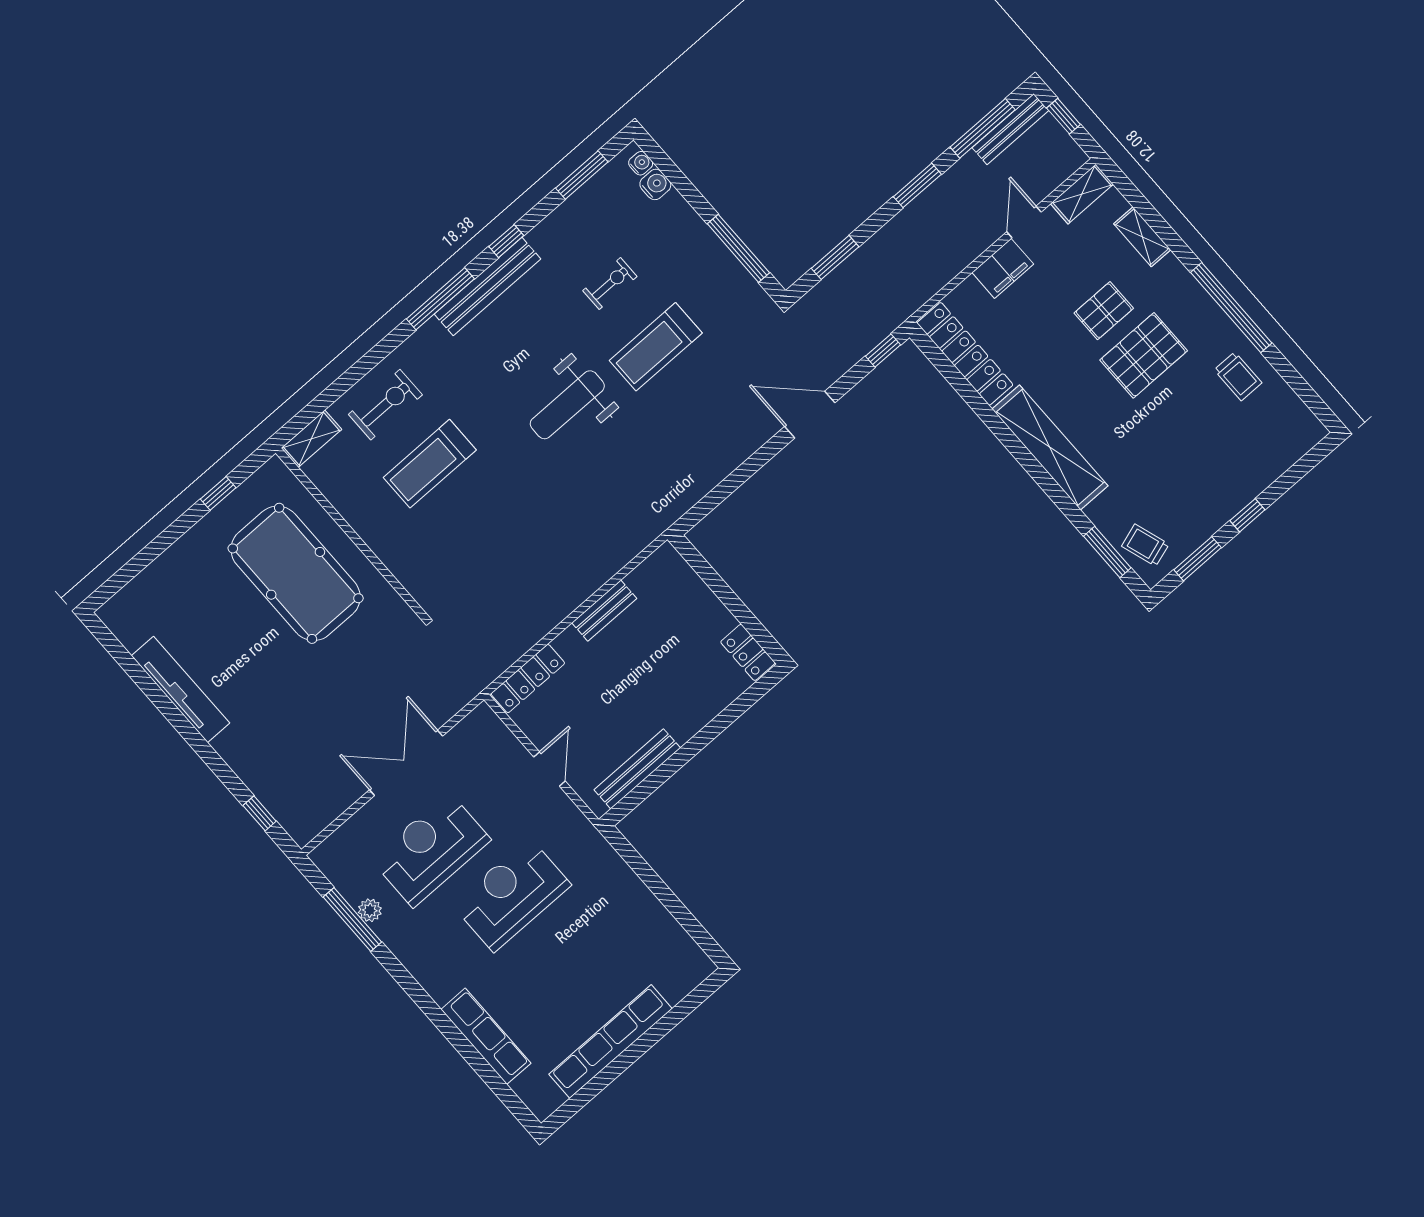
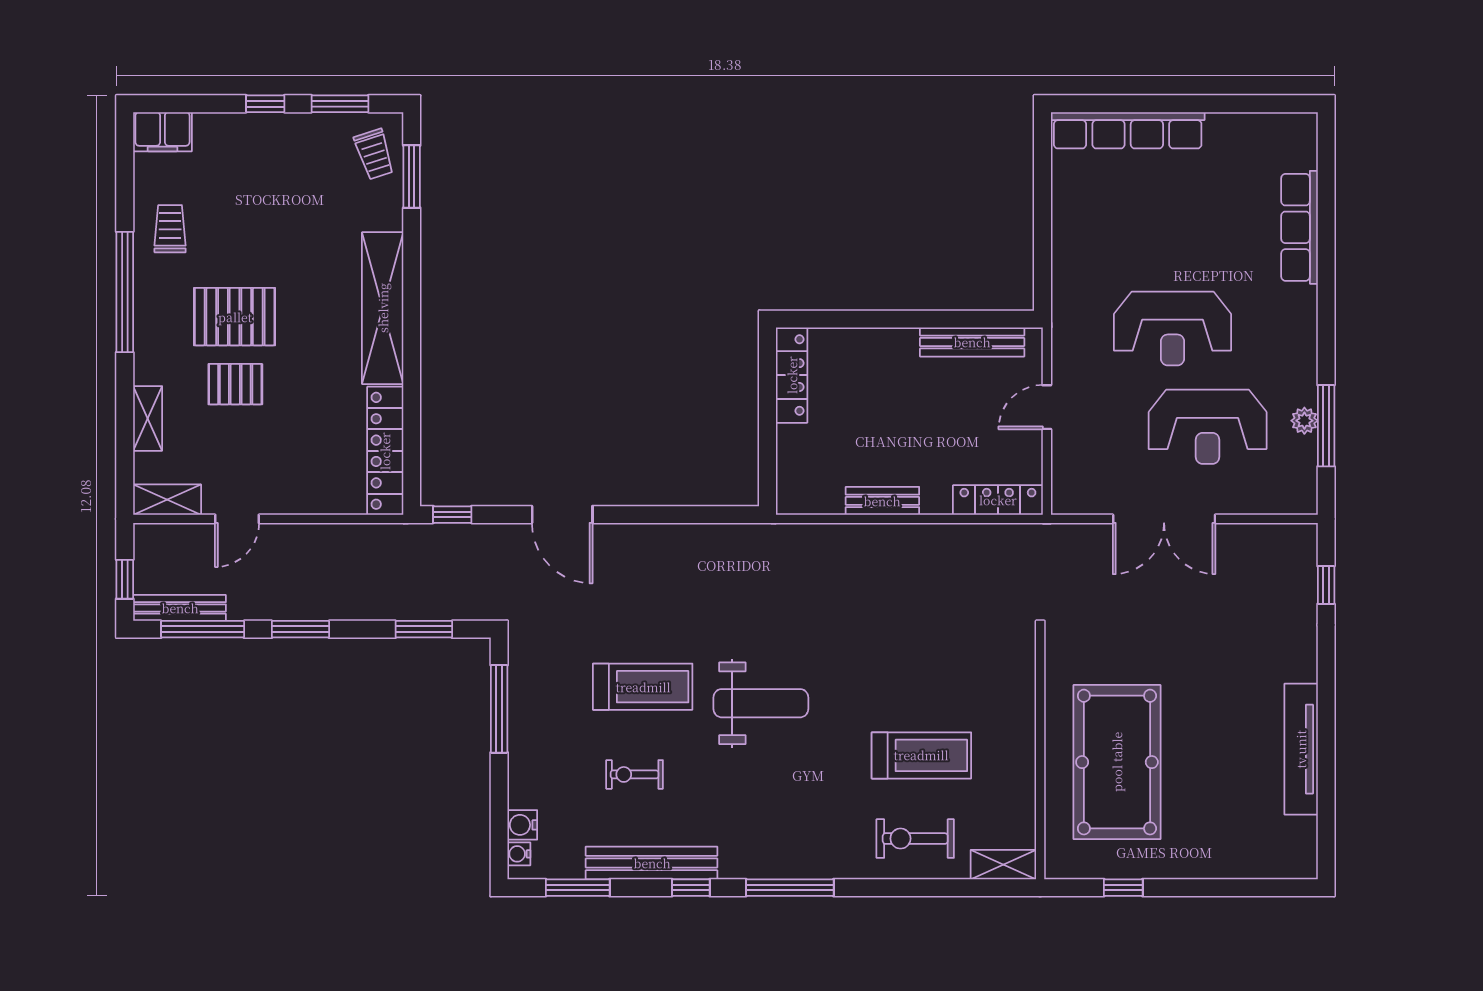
filing cabinet: (1003, 268) -> (162, 132), moved, turned 180
bench: (488, 286) -> (652, 863), moved
locker: (748, 652) -> (792, 375), width x1.53
row of seats: (611, 1041) -> (1128, 130), moved

